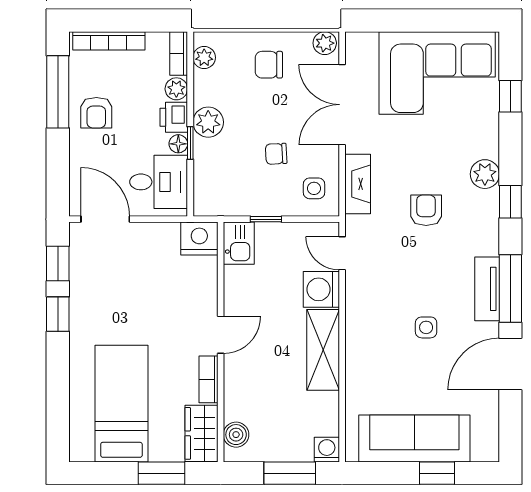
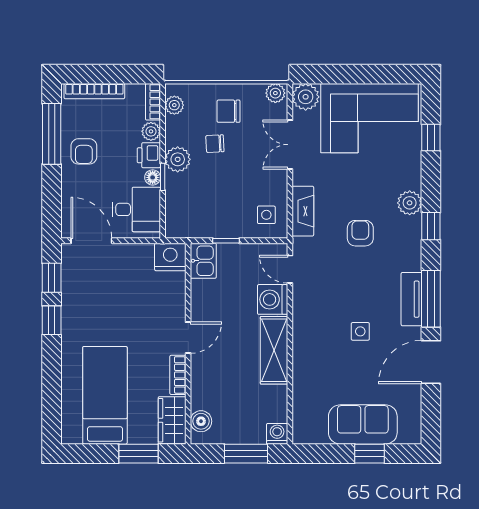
plant: (361, 48) -> (306, 97), added
double door: (342, 105) -> (290, 145), width x0.73
chair: (276, 154) -> (215, 144), moved
sofa: (414, 438) -> (363, 424), width x0.73

